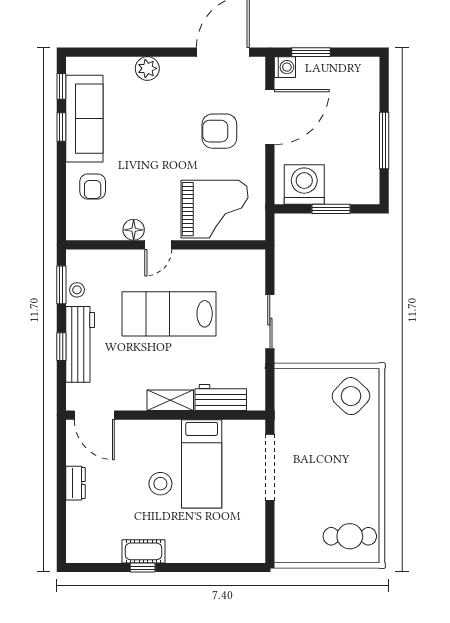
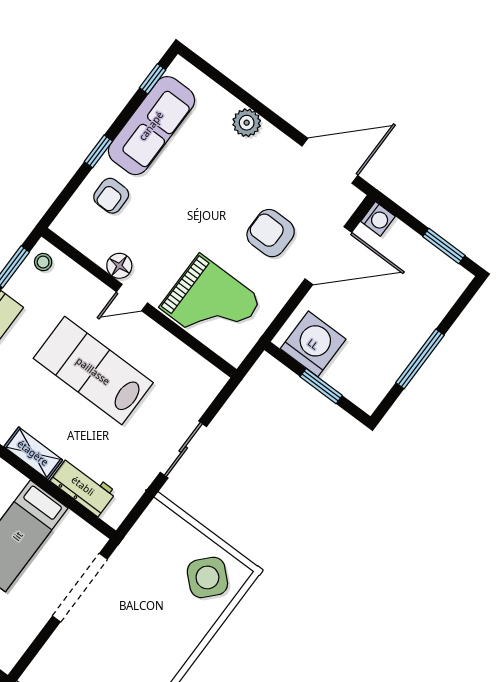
window: (311, 52) -> (444, 246), moved
window: (61, 127) -> (98, 151), moved
stool: (77, 290) -> (43, 262), moved

